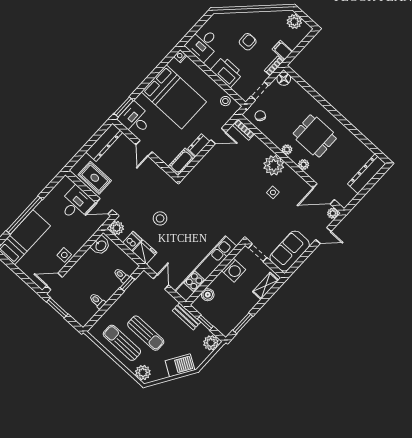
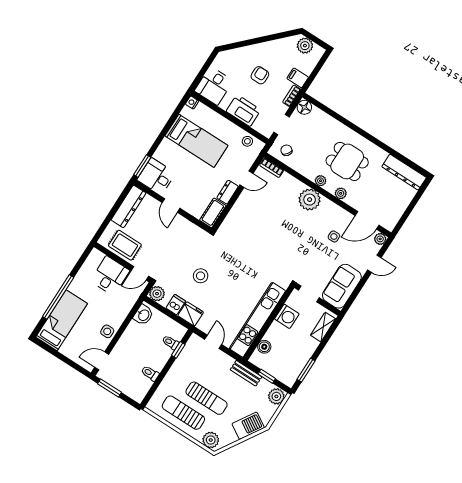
bed: (174, 97) -> (196, 141), width x0.67
dresser: (367, 174) -> (404, 172), moved, turned -90
side table: (273, 192) -> (334, 236), moved

